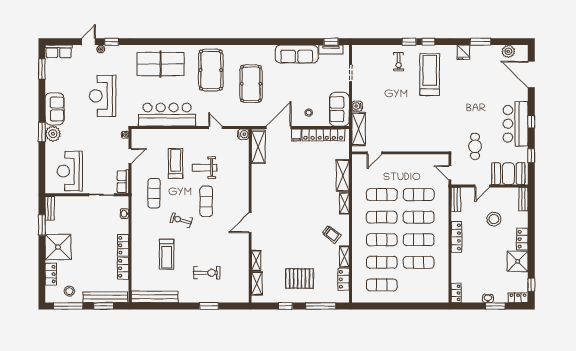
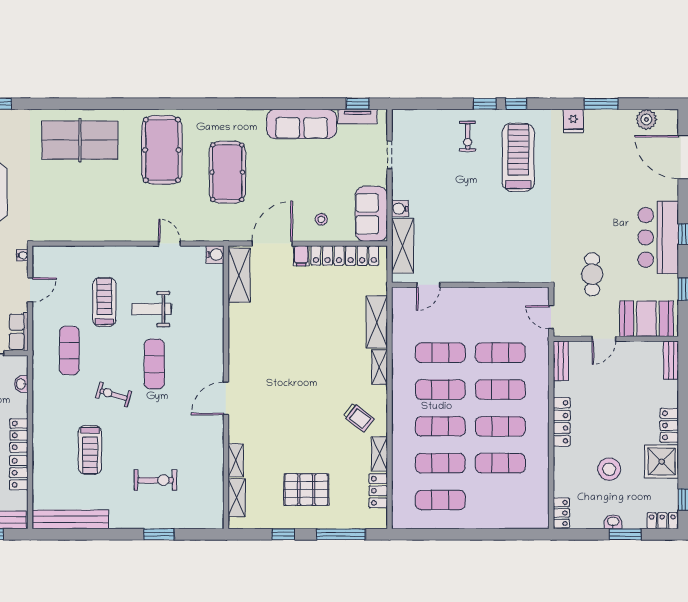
bar counter: (167, 115) -> (91, 223), removed
stool: (494, 219) -> (609, 469), moved

